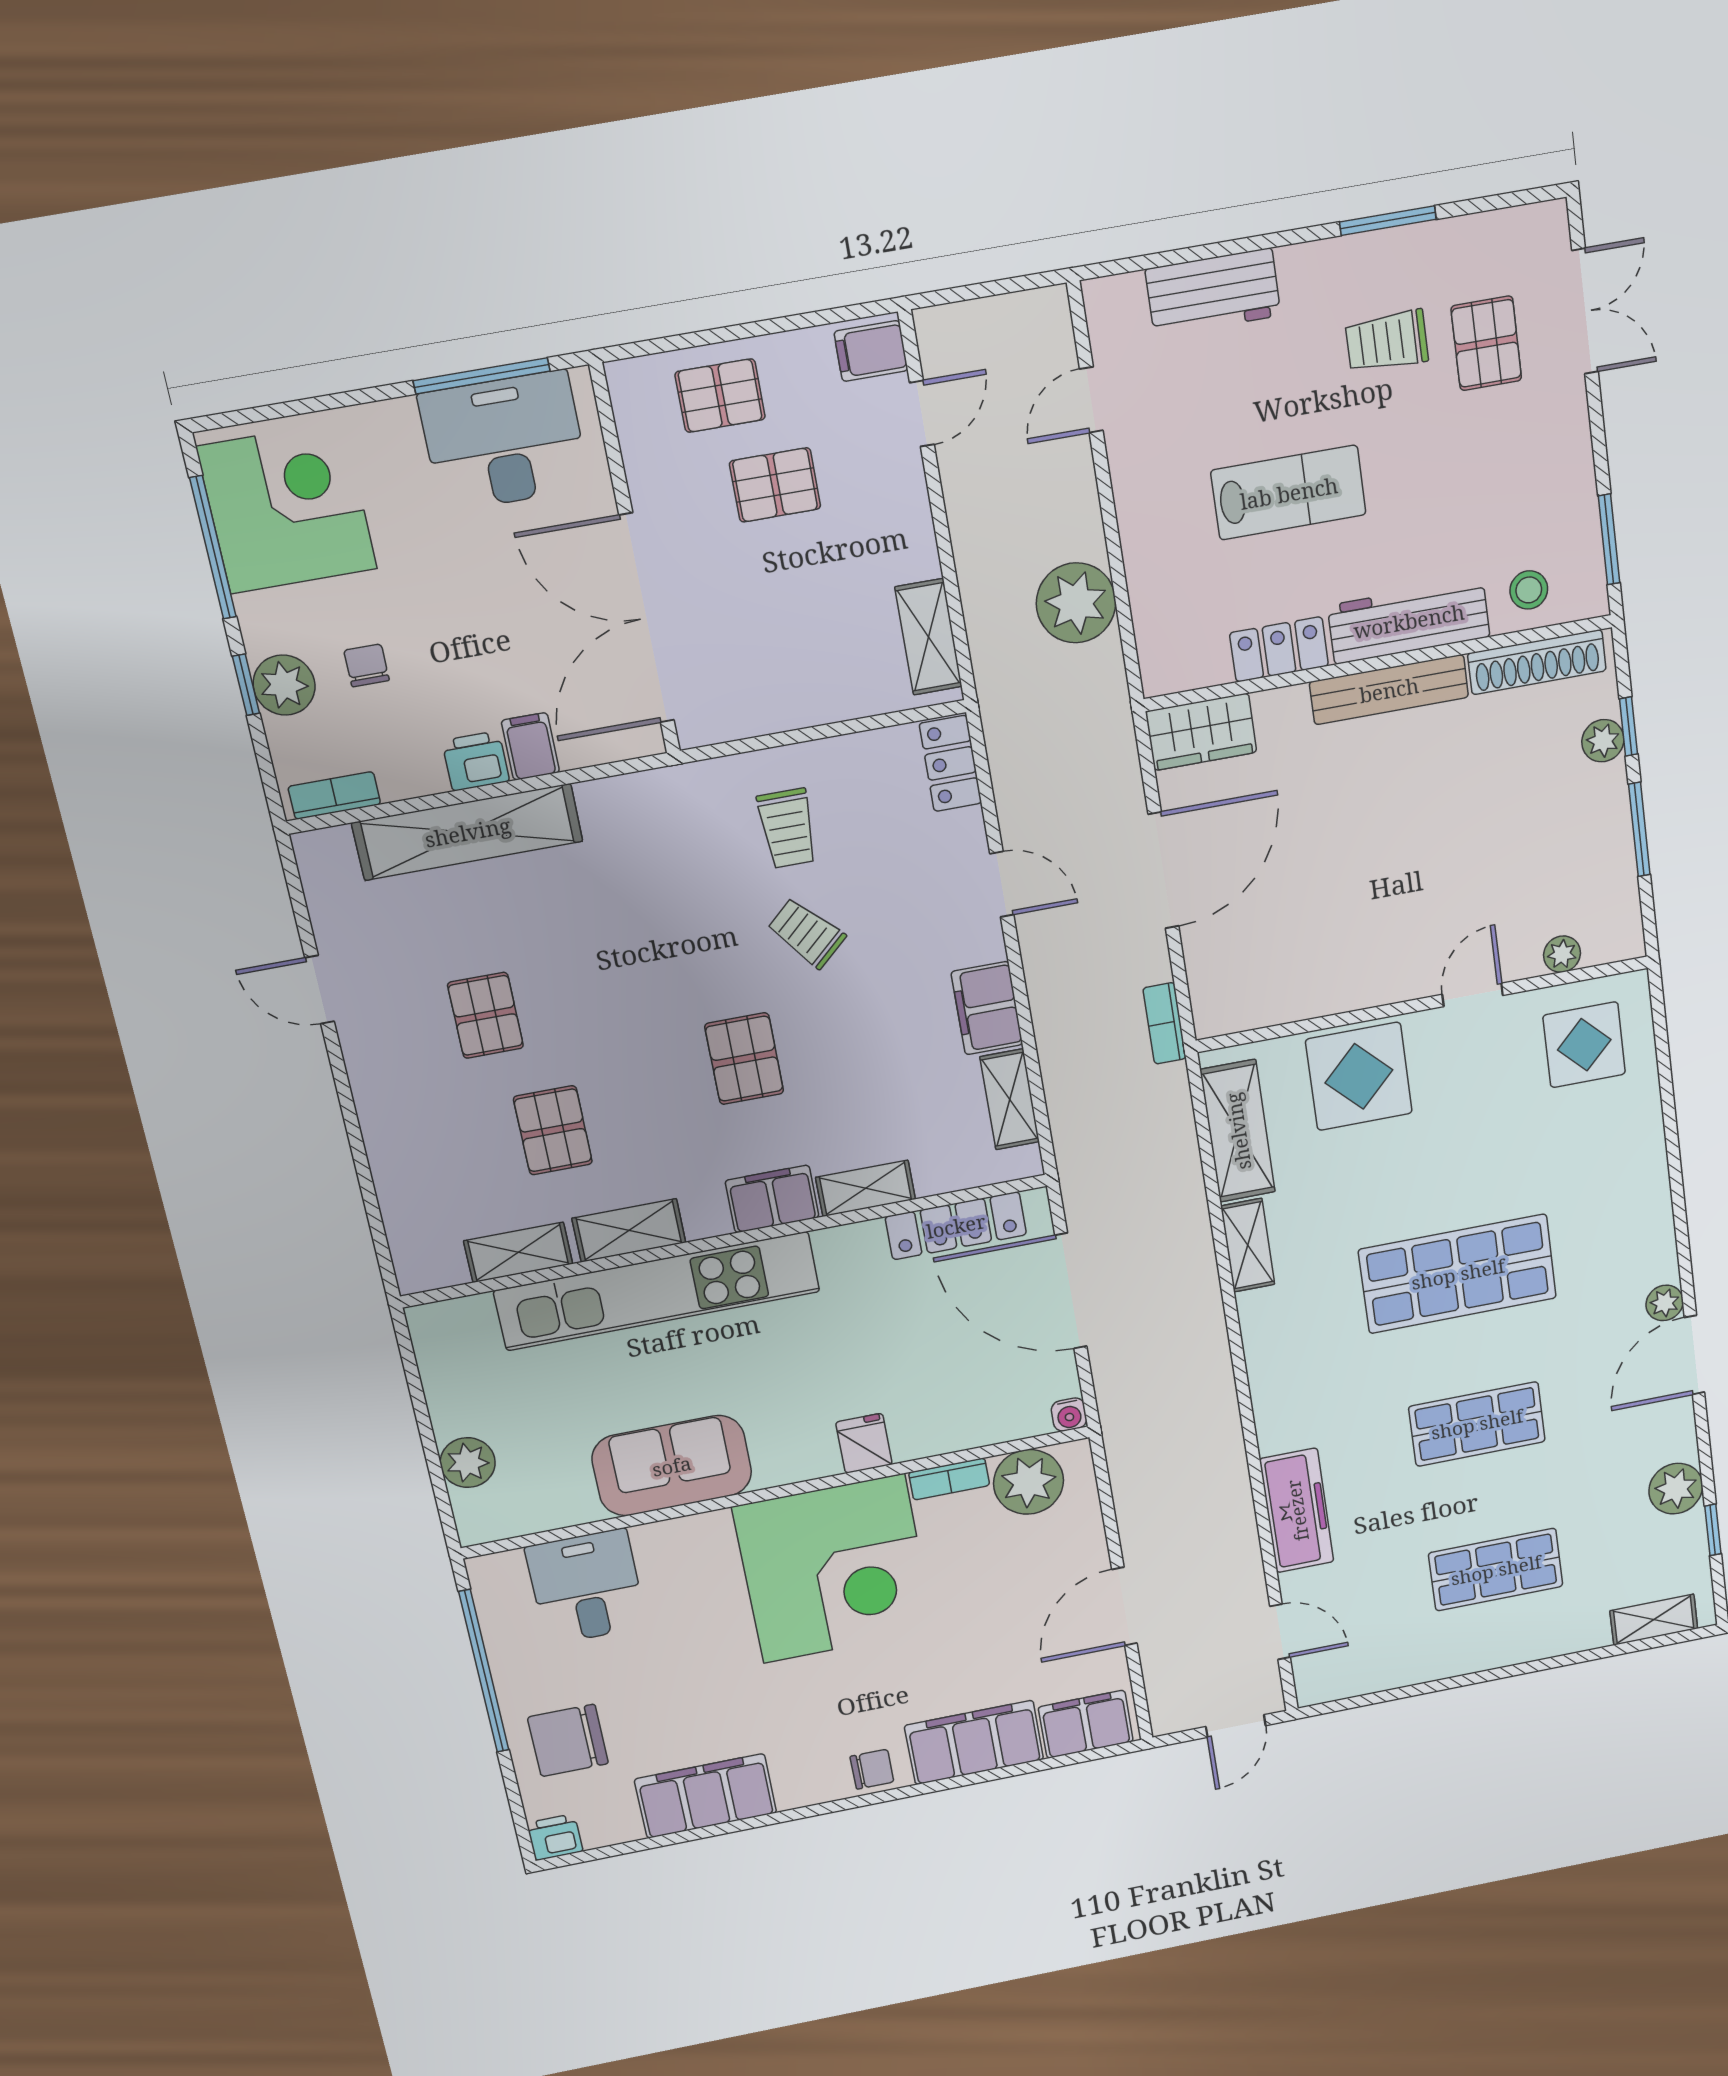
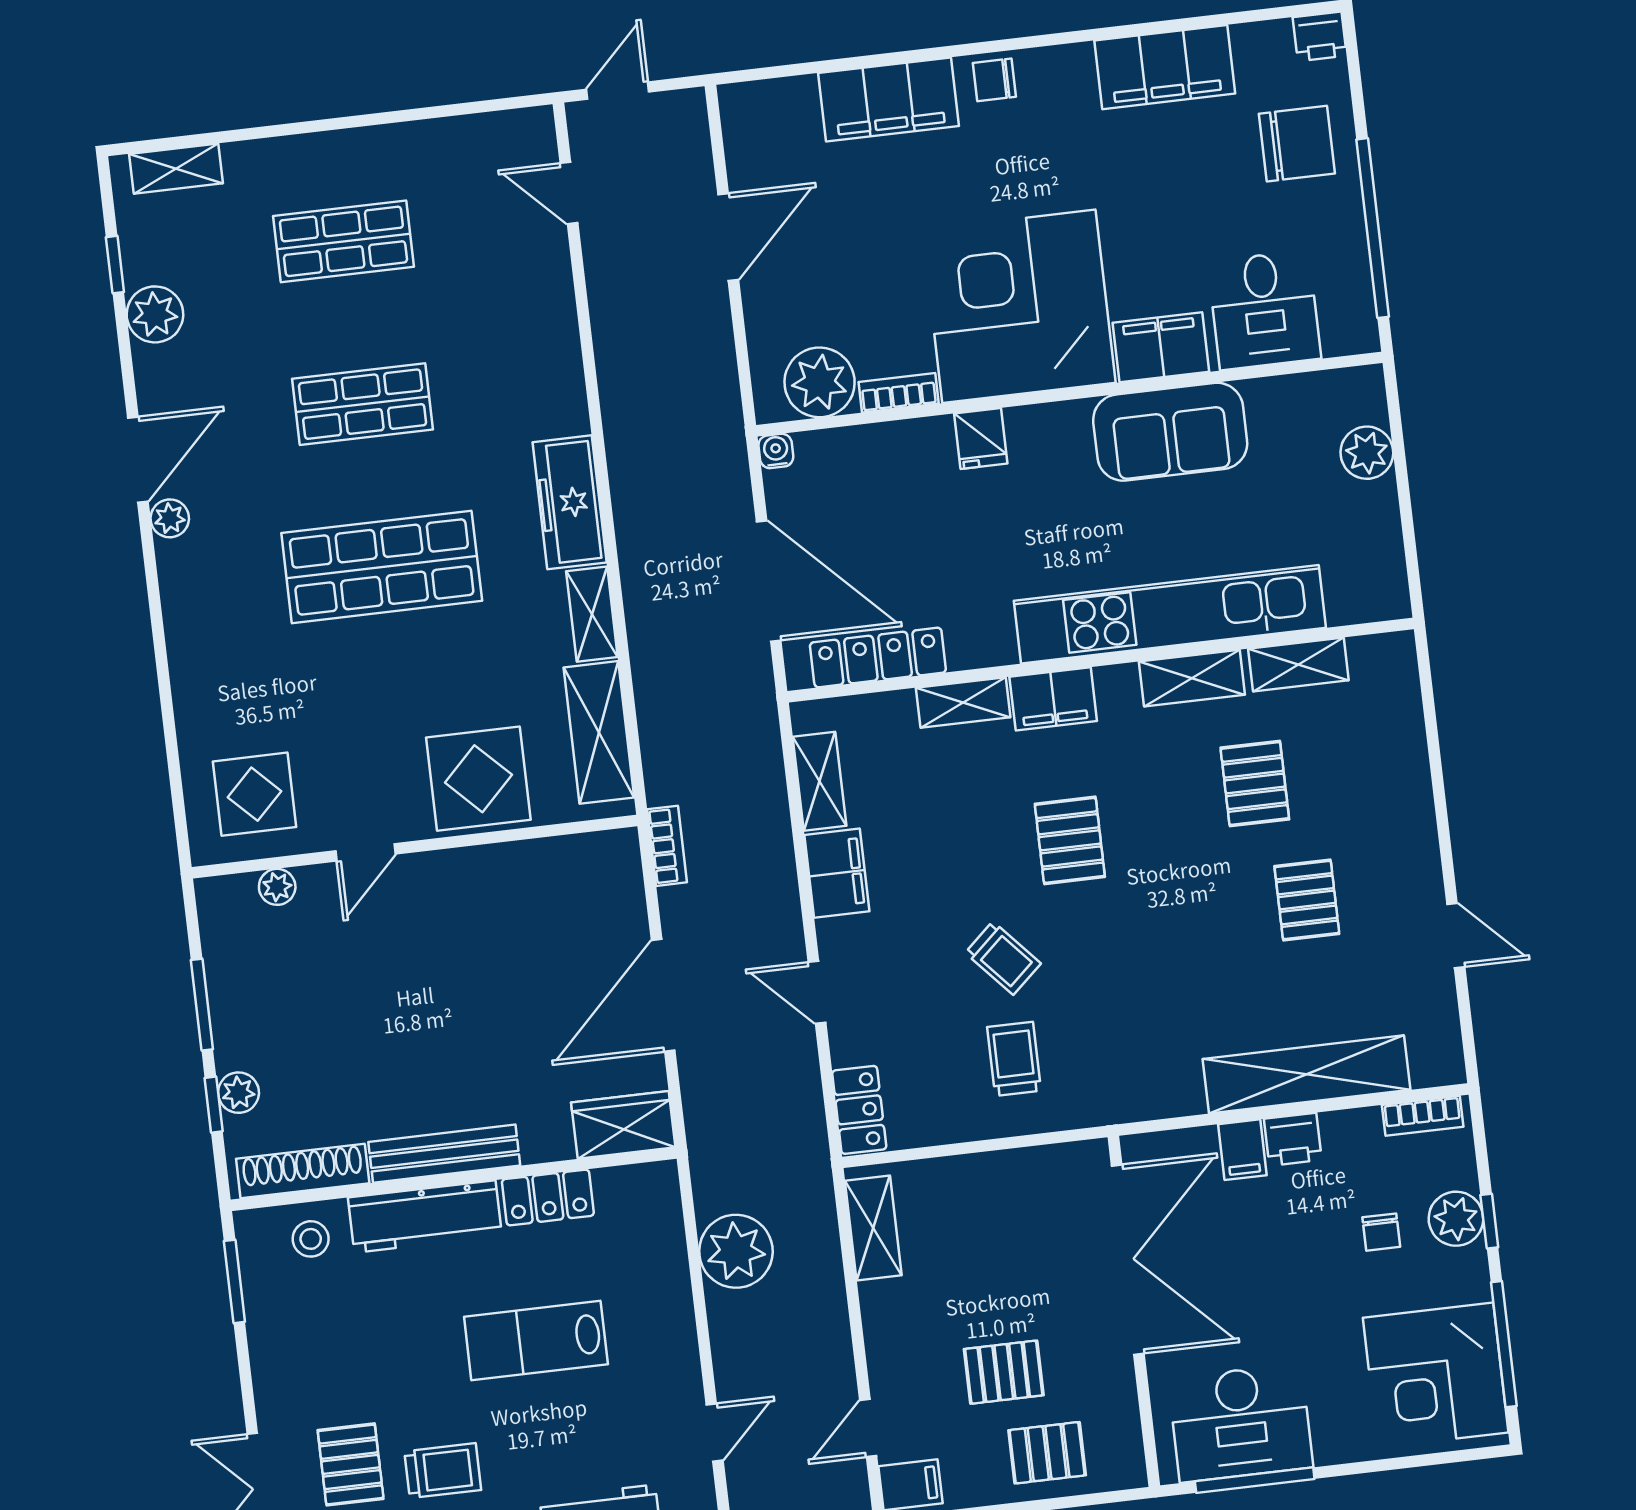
freezer: (1297, 1510) -> (570, 502), moved
filing cabinet: (1086, 1724) -> (1161, 347), moved, turned 180

